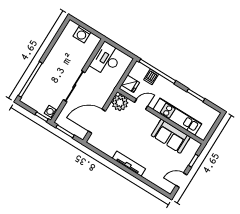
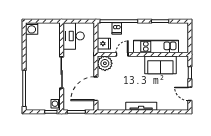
washing machine: (82, 34) -> (32, 28), moved
door: (181, 180) -> (190, 94), hinge flipped

